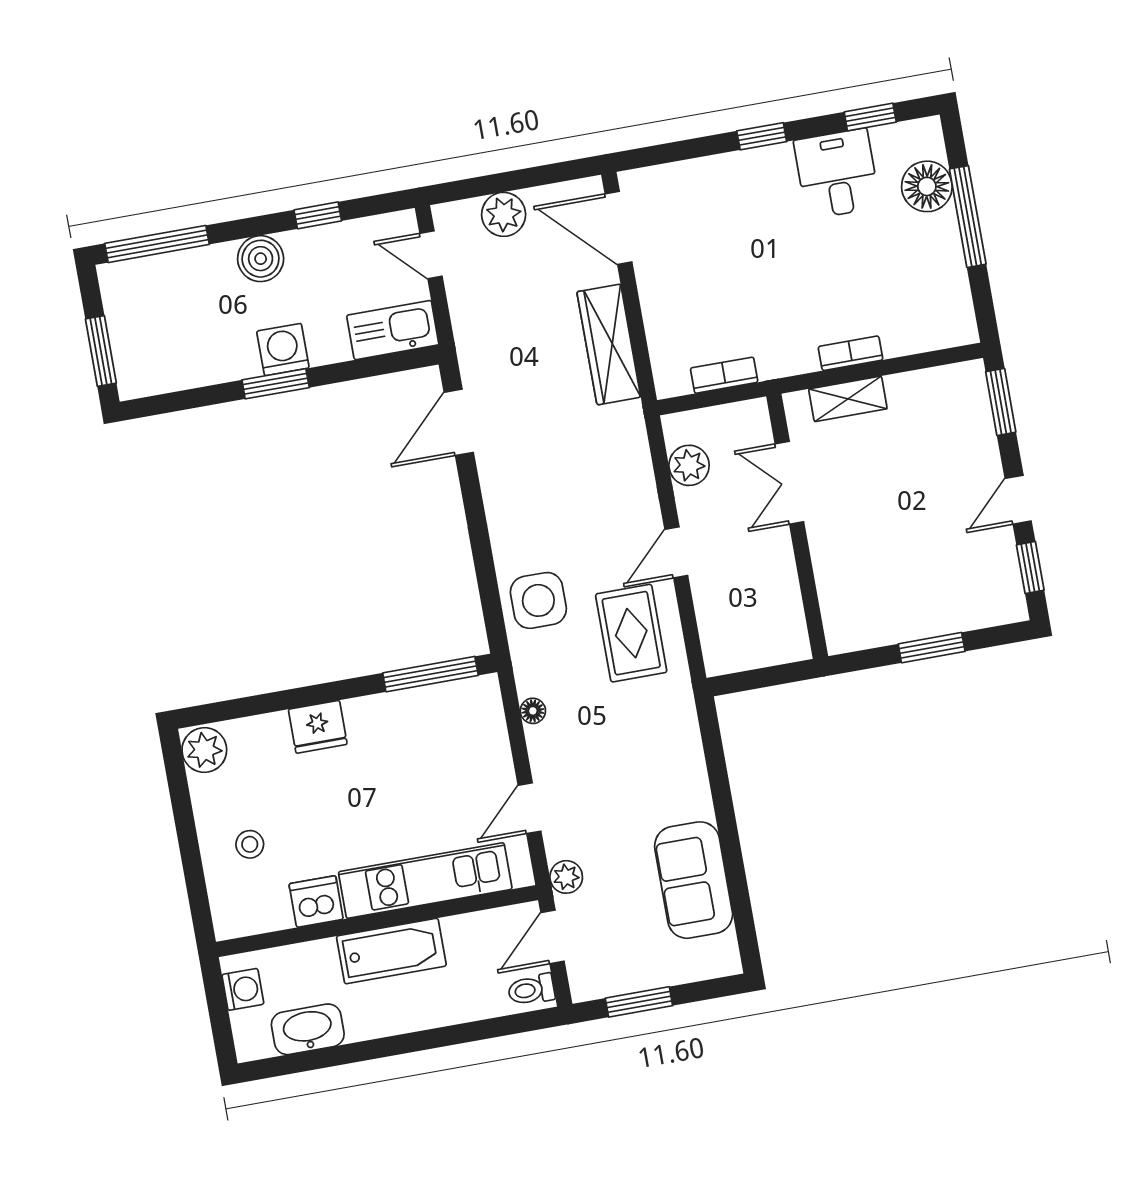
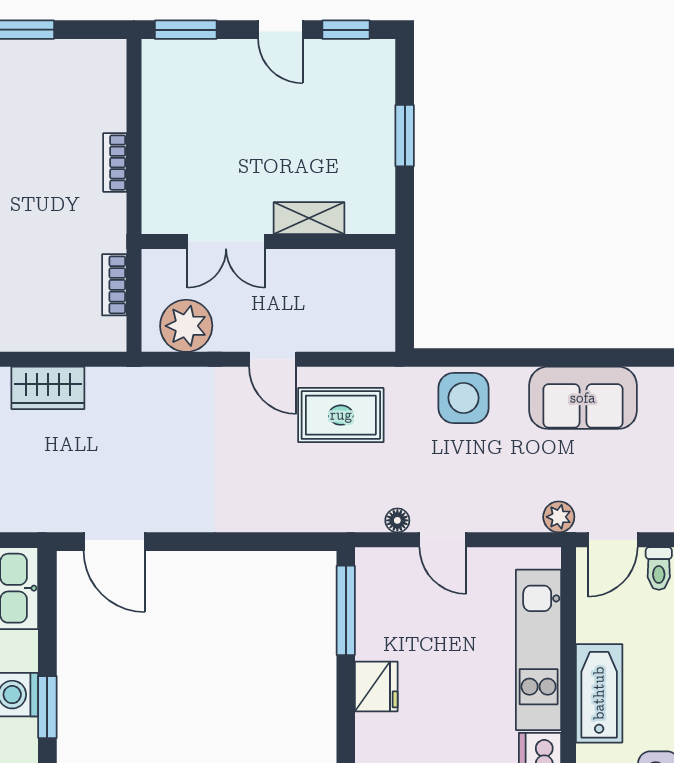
wardrobe: (609, 344) -> (48, 388), width x0.67
shelving: (848, 399) -> (309, 218), moved, turned 90
plant: (689, 465) -> (186, 326), width x1.36, depth x1.36
side table: (538, 600) -> (464, 398), moved
fridge: (318, 727) -> (376, 686), moved
door: (530, 808) -> (443, 540), moved
door: (552, 937) -> (613, 540), hinge flipped

